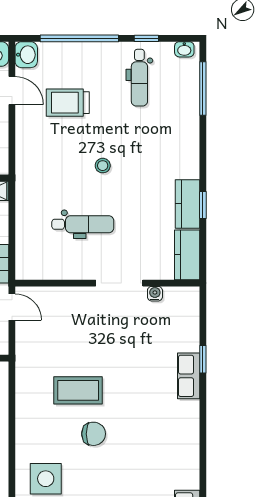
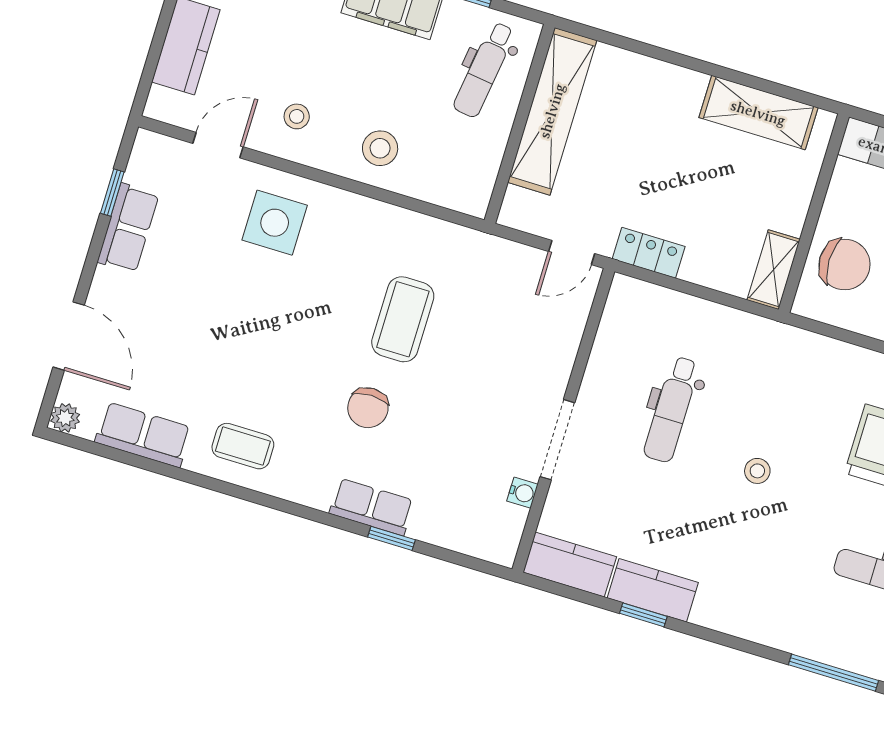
chair: (94, 434) -> (368, 408), moved
coffee table: (176, 458) -> (243, 446), added

